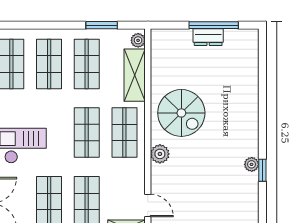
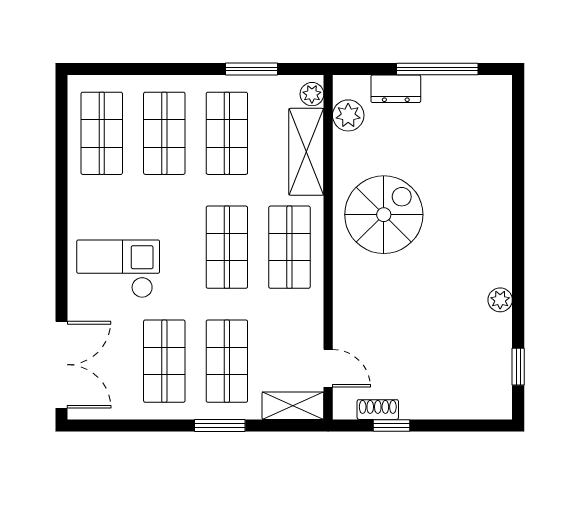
dresser: (208, 37) -> (396, 89), moved
spiral stairs: (181, 113) -> (384, 215), turned -90
plant: (160, 154) -> (348, 115), moved
window: (262, 170) -> (518, 367), moved

